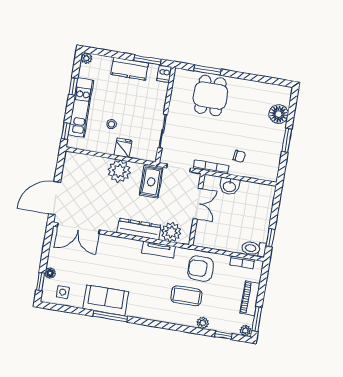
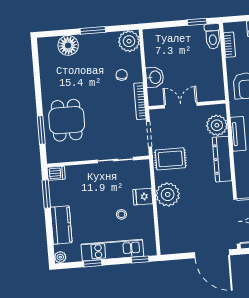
kitchen counter: (130, 69) -> (61, 225), moved
dining table: (210, 96) -> (67, 120), turned 90
plant: (269, 171) -> (129, 41), added

